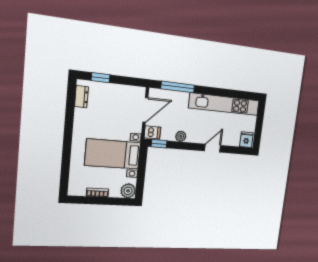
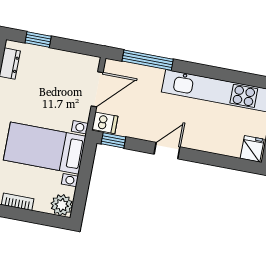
plant: (181, 136) -> (147, 133), removed
door: (213, 148) -> (167, 151), moved

